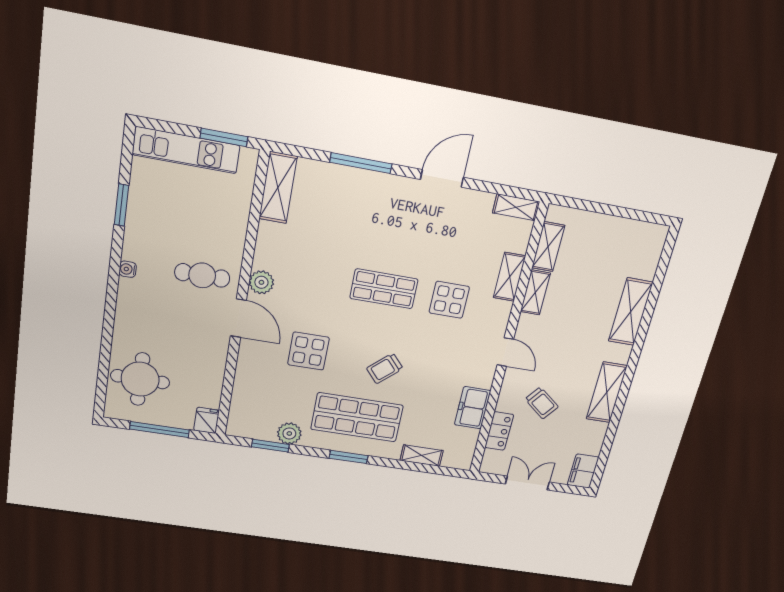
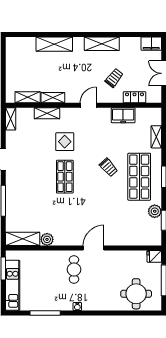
window: (121, 205) -> (45, 313), width x1.44
plant: (261, 282) -> (47, 239), moved
display table: (308, 351) -> (106, 209), removed

